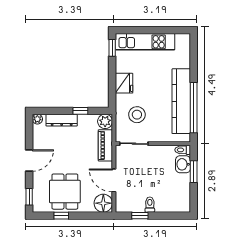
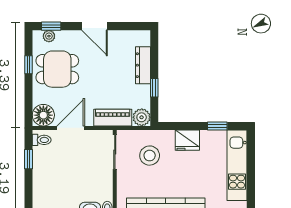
window: (112, 48) -> (217, 126), moved
plant: (37, 119) -> (49, 36), moved
toilet: (150, 205) -> (42, 140), moved

